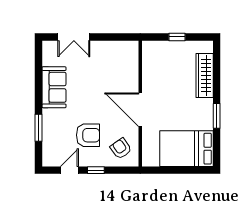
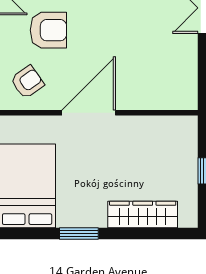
armchair: (88, 135) -> (48, 30), turned -90

